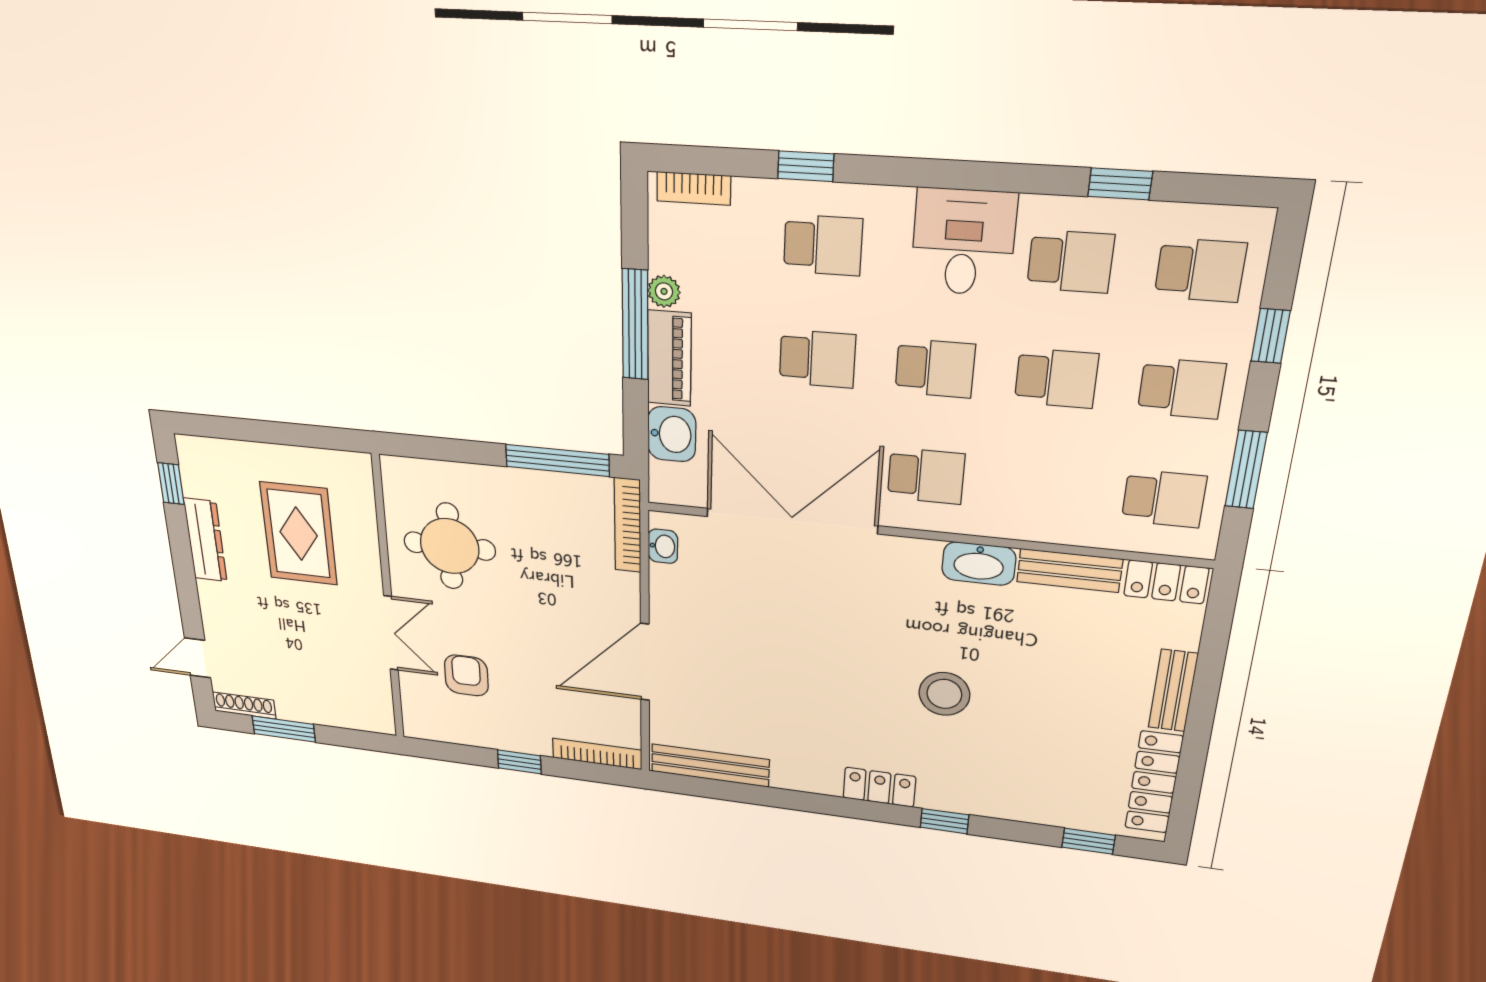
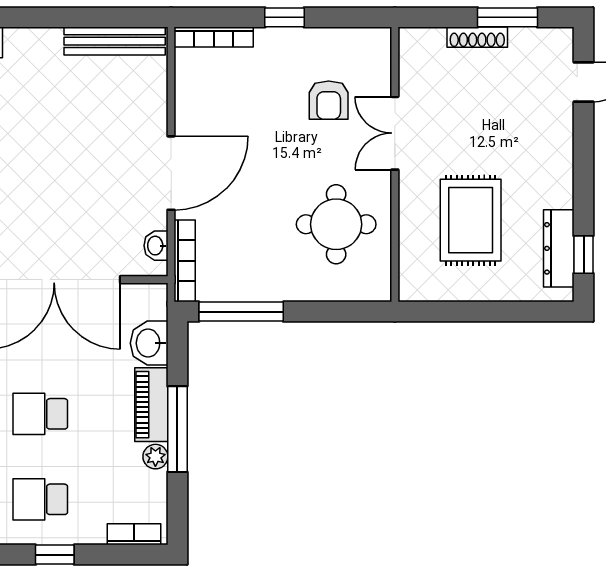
dresser: (205, 540) -> (559, 248), moved
door: (645, 662) -> (171, 173), moved
shoe rack: (244, 706) -> (477, 37), moved

